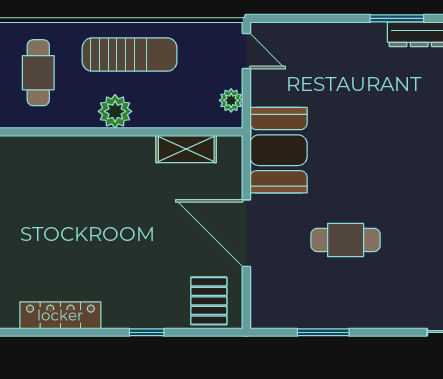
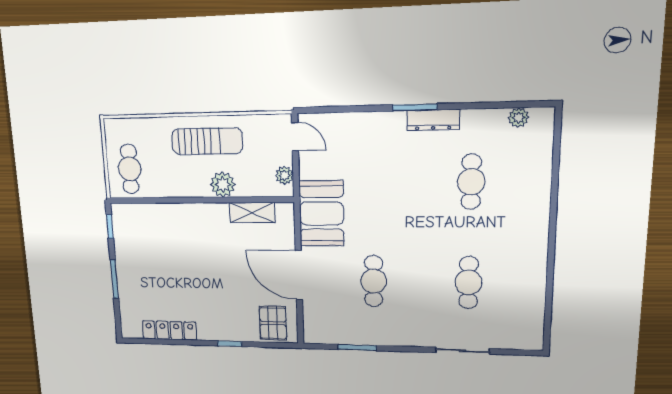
cafe table: (38, 73) -> (130, 169), moved
plant: (115, 111) -> (223, 185), moved
cafe table: (346, 240) -> (374, 281), turned 90

